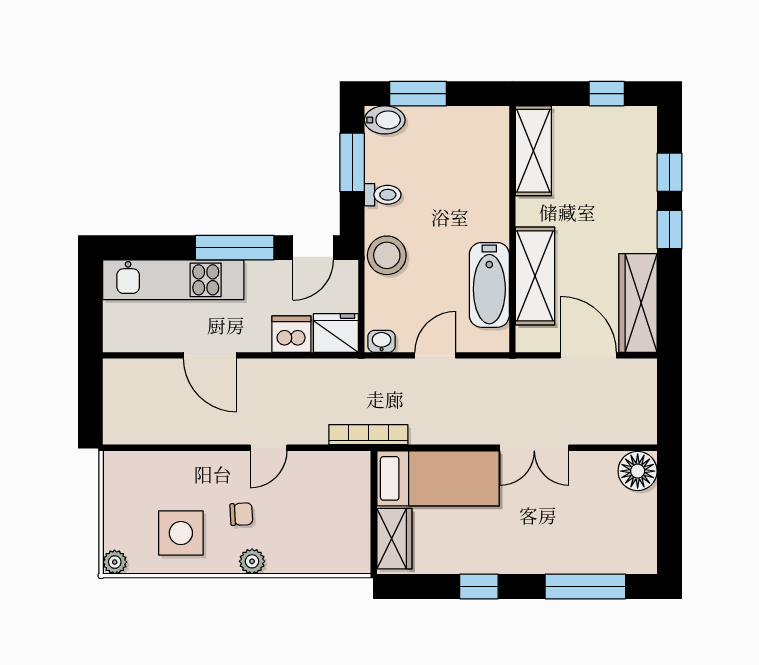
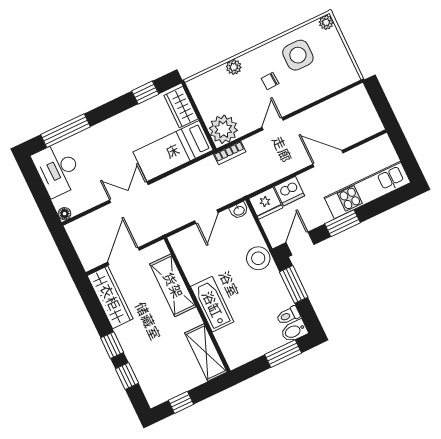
window: (352, 162) -> (294, 284), moved
toilet: (383, 195) -> (288, 315), moved
window: (235, 248) -> (342, 223), width x0.69
bathtub: (489, 285) -> (212, 304), moved
door: (588, 355) -> (124, 256), swing flipped
bookcase: (368, 435) -> (230, 153), width x0.64
floor lamp: (638, 471) -> (65, 214), width x0.53, depth x0.53
plant: (347, 475) -> (223, 129), added
desk: (625, 534) -> (58, 169), added
plant: (252, 561) -> (234, 67), moved
window: (479, 586) -> (145, 93), moved

